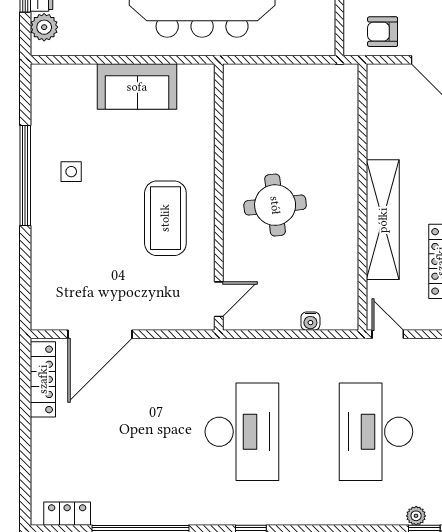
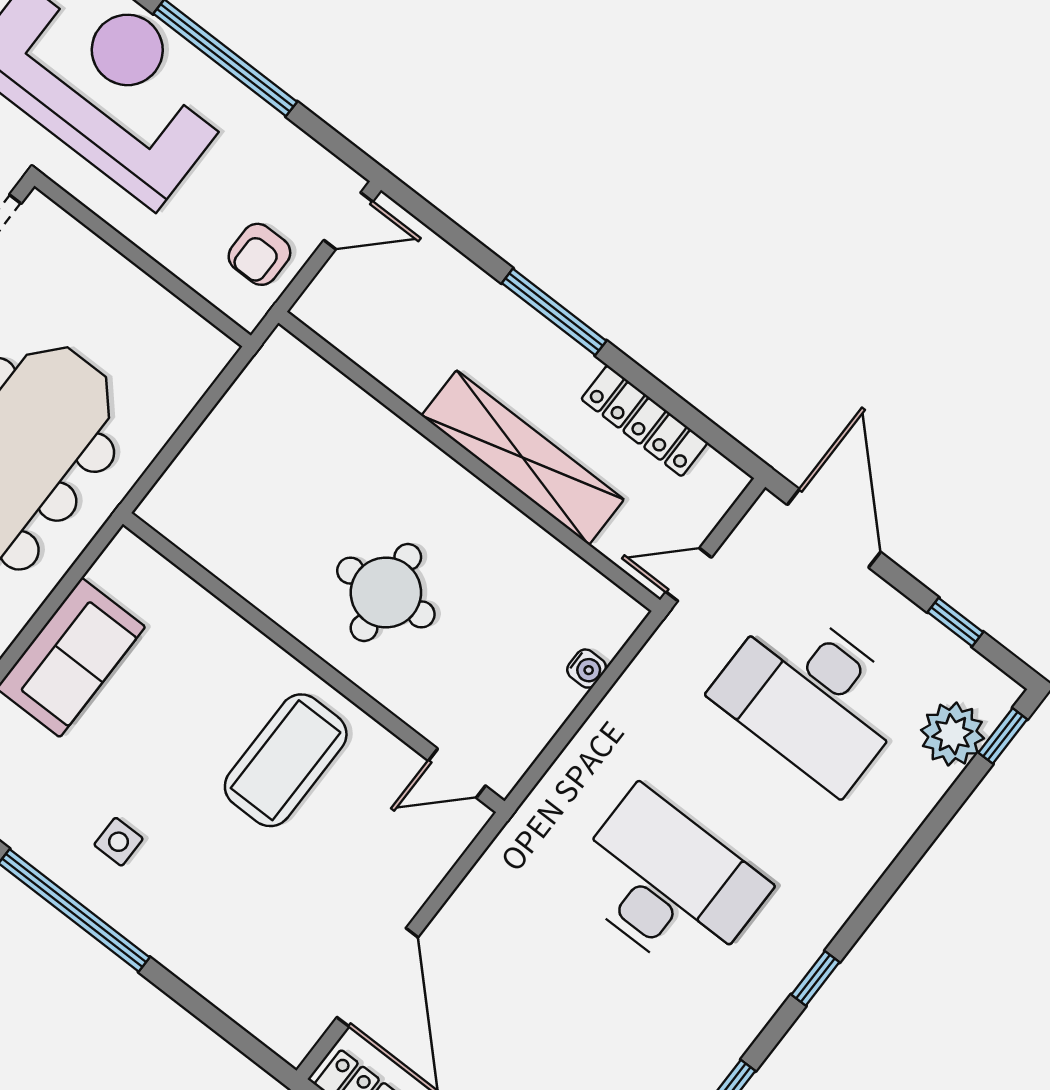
coffee table: (165, 218) -> (286, 760), turned 90
door: (219, 299) -> (457, 773), swing flipped
plant: (416, 516) -> (952, 734), width x1.87, depth x1.87

